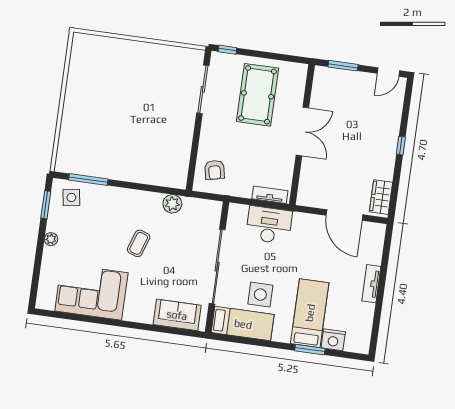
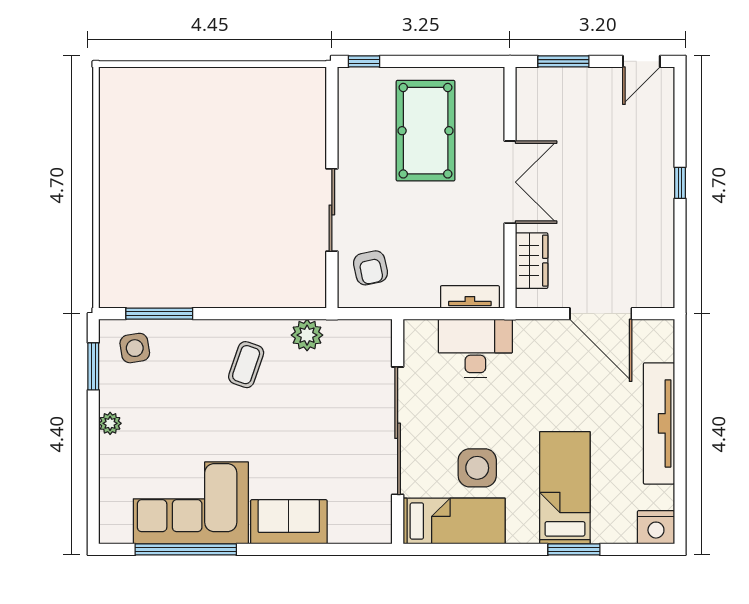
sliding door: (203, 89) -> (332, 210), moved
wardrobe: (381, 197) -> (532, 261), moved, turned 180
coffee table: (139, 243) -> (246, 365), moved
tv unit: (371, 284) -> (659, 423), width x1.92, depth x1.29
sofa: (177, 315) -> (289, 522), moved
window: (85, 318) -> (186, 549), added
nightstand: (333, 340) -> (656, 527), moved

